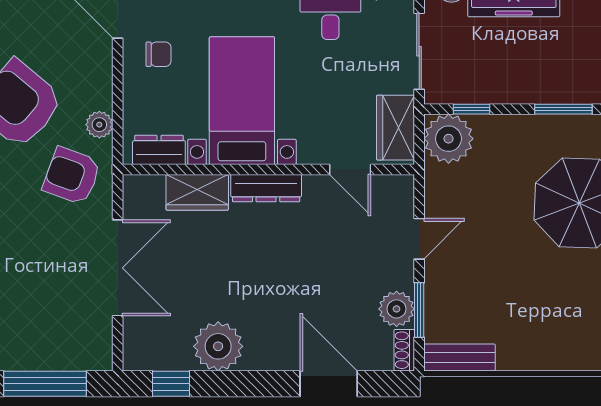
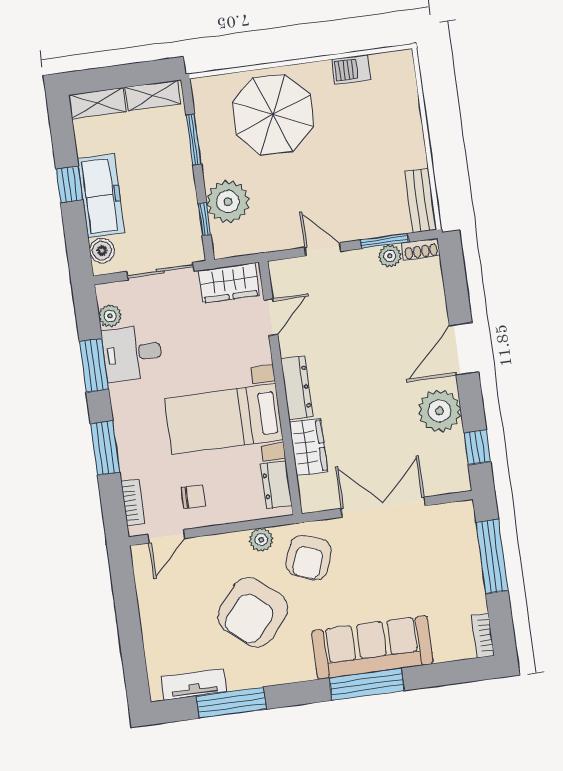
chair: (159, 54) -> (193, 497), turned 90
plant: (449, 139) -> (228, 202), moved
plant: (397, 309) -> (390, 256), width x0.73, depth x0.73
door: (329, 384) -> (464, 349), moved

